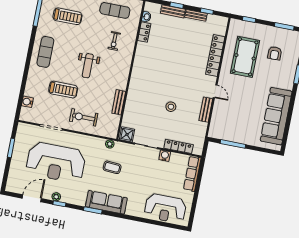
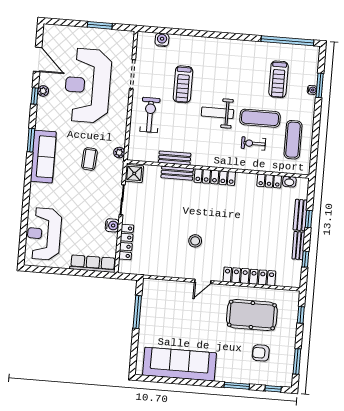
exercise mat: (45, 52) -> (260, 118), moved
locker: (137, 73) -> (215, 177), added
stool: (171, 107) -> (195, 241), moved
bench: (206, 110) -> (177, 173), moved

